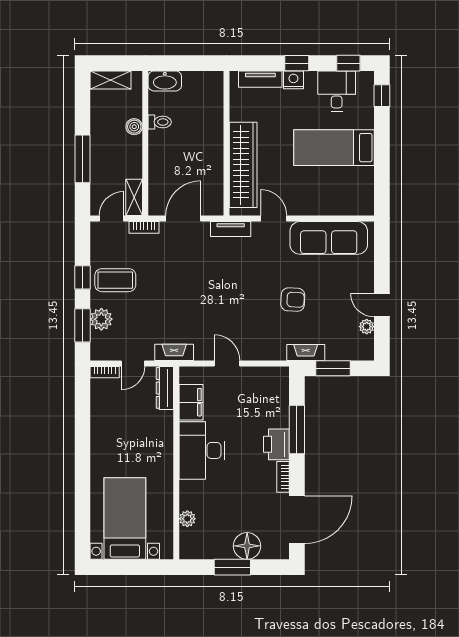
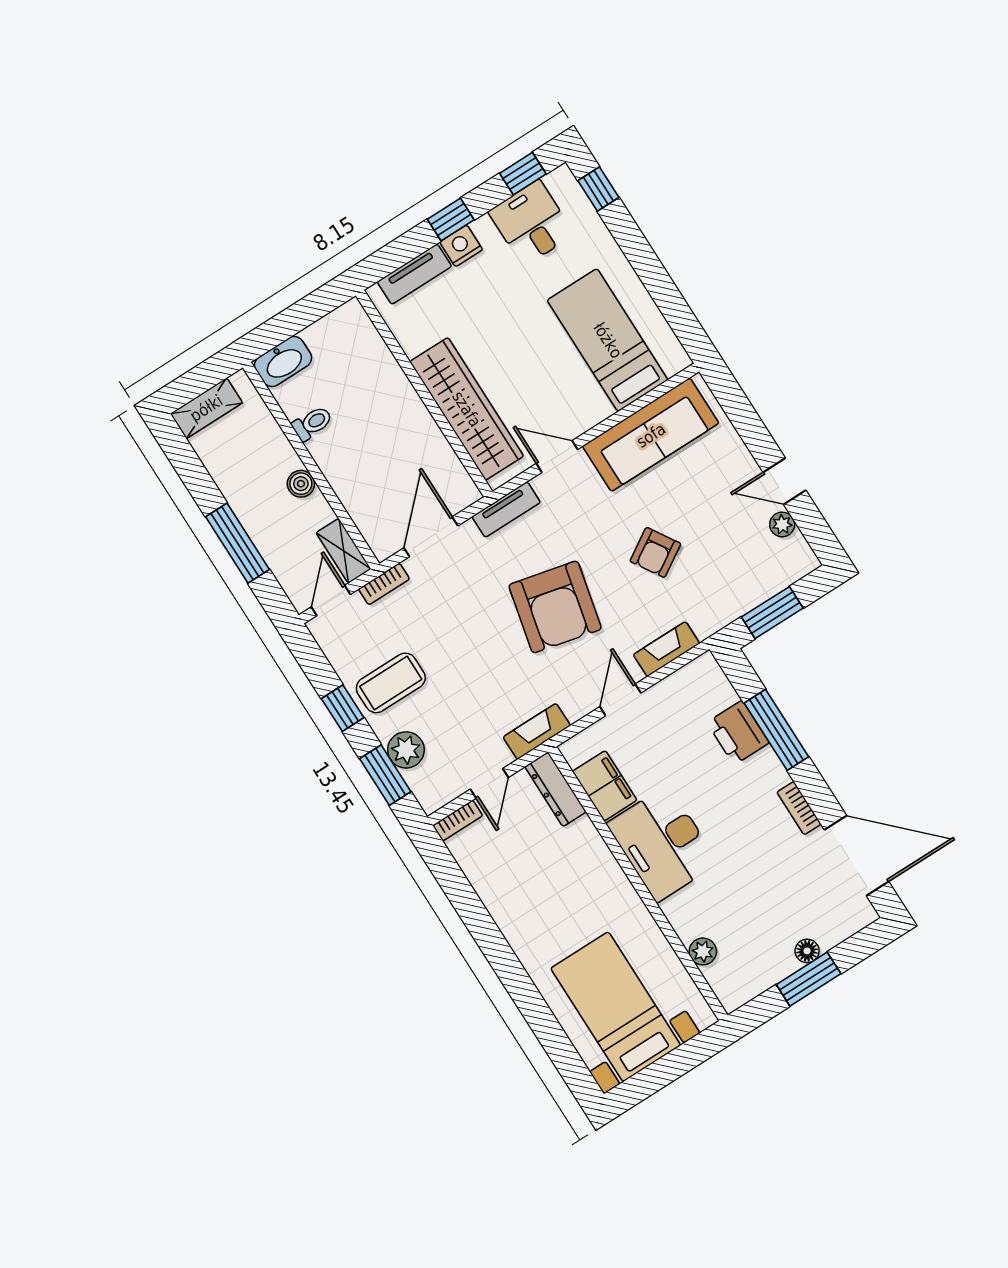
boiler: (134, 127) -> (301, 484), moved
bed: (334, 148) -> (608, 340), moved, turned 90
armchair: (224, 295) -> (555, 607), added
armchair: (293, 300) -> (655, 552), turned 145
fireplace: (306, 352) -> (666, 649), moved
door: (227, 363) -> (620, 700), hinge flipped
printer: (276, 444) -> (738, 733), moved
door: (297, 520) -> (857, 856), hinge flipped
floor lamp: (247, 546) -> (807, 951), width x0.53, depth x0.53

